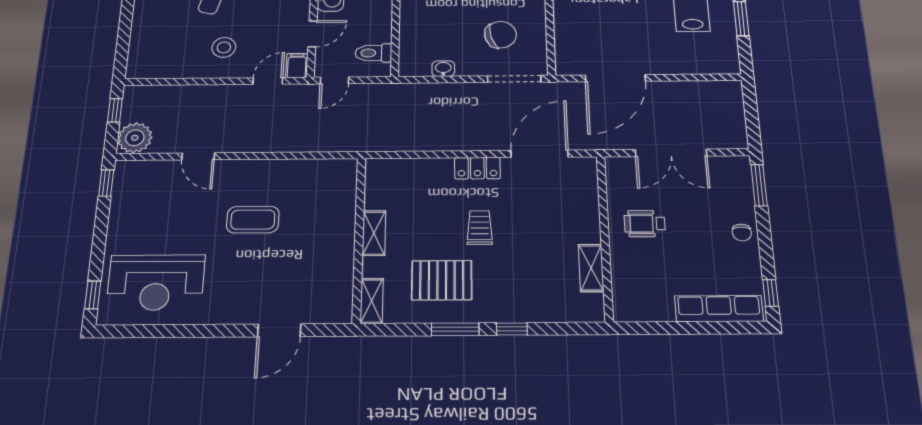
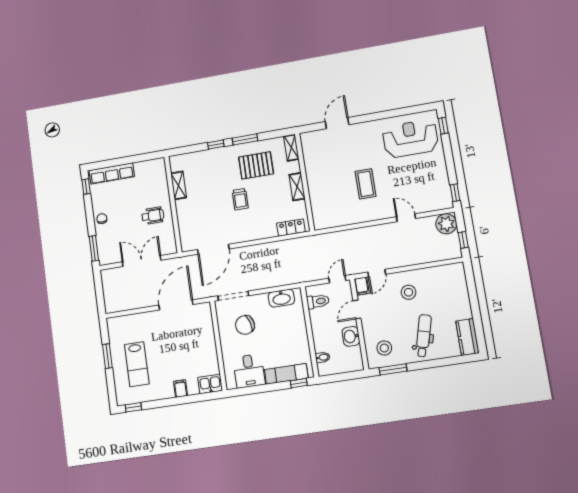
washbasin: (443, 69) -> (281, 298), width x1.91, depth x1.45
locker: (477, 168) -> (291, 228), moved
coffee table: (253, 220) -> (366, 184), turned 90

